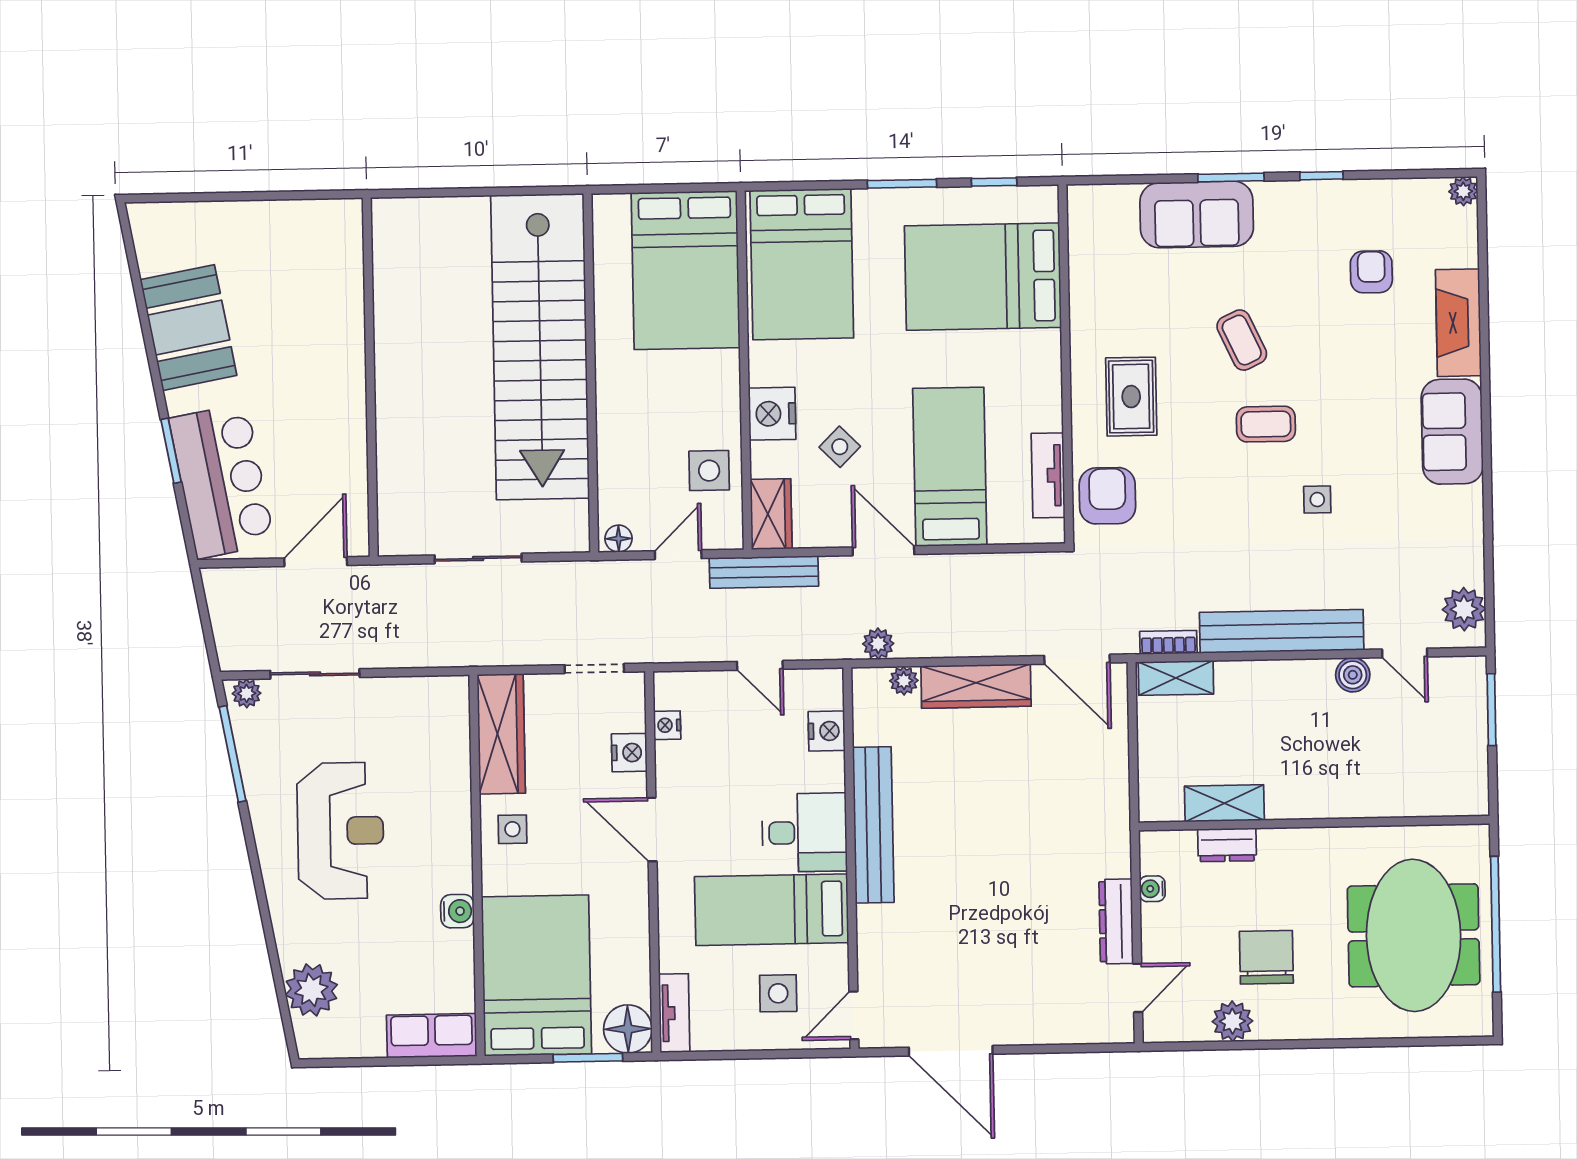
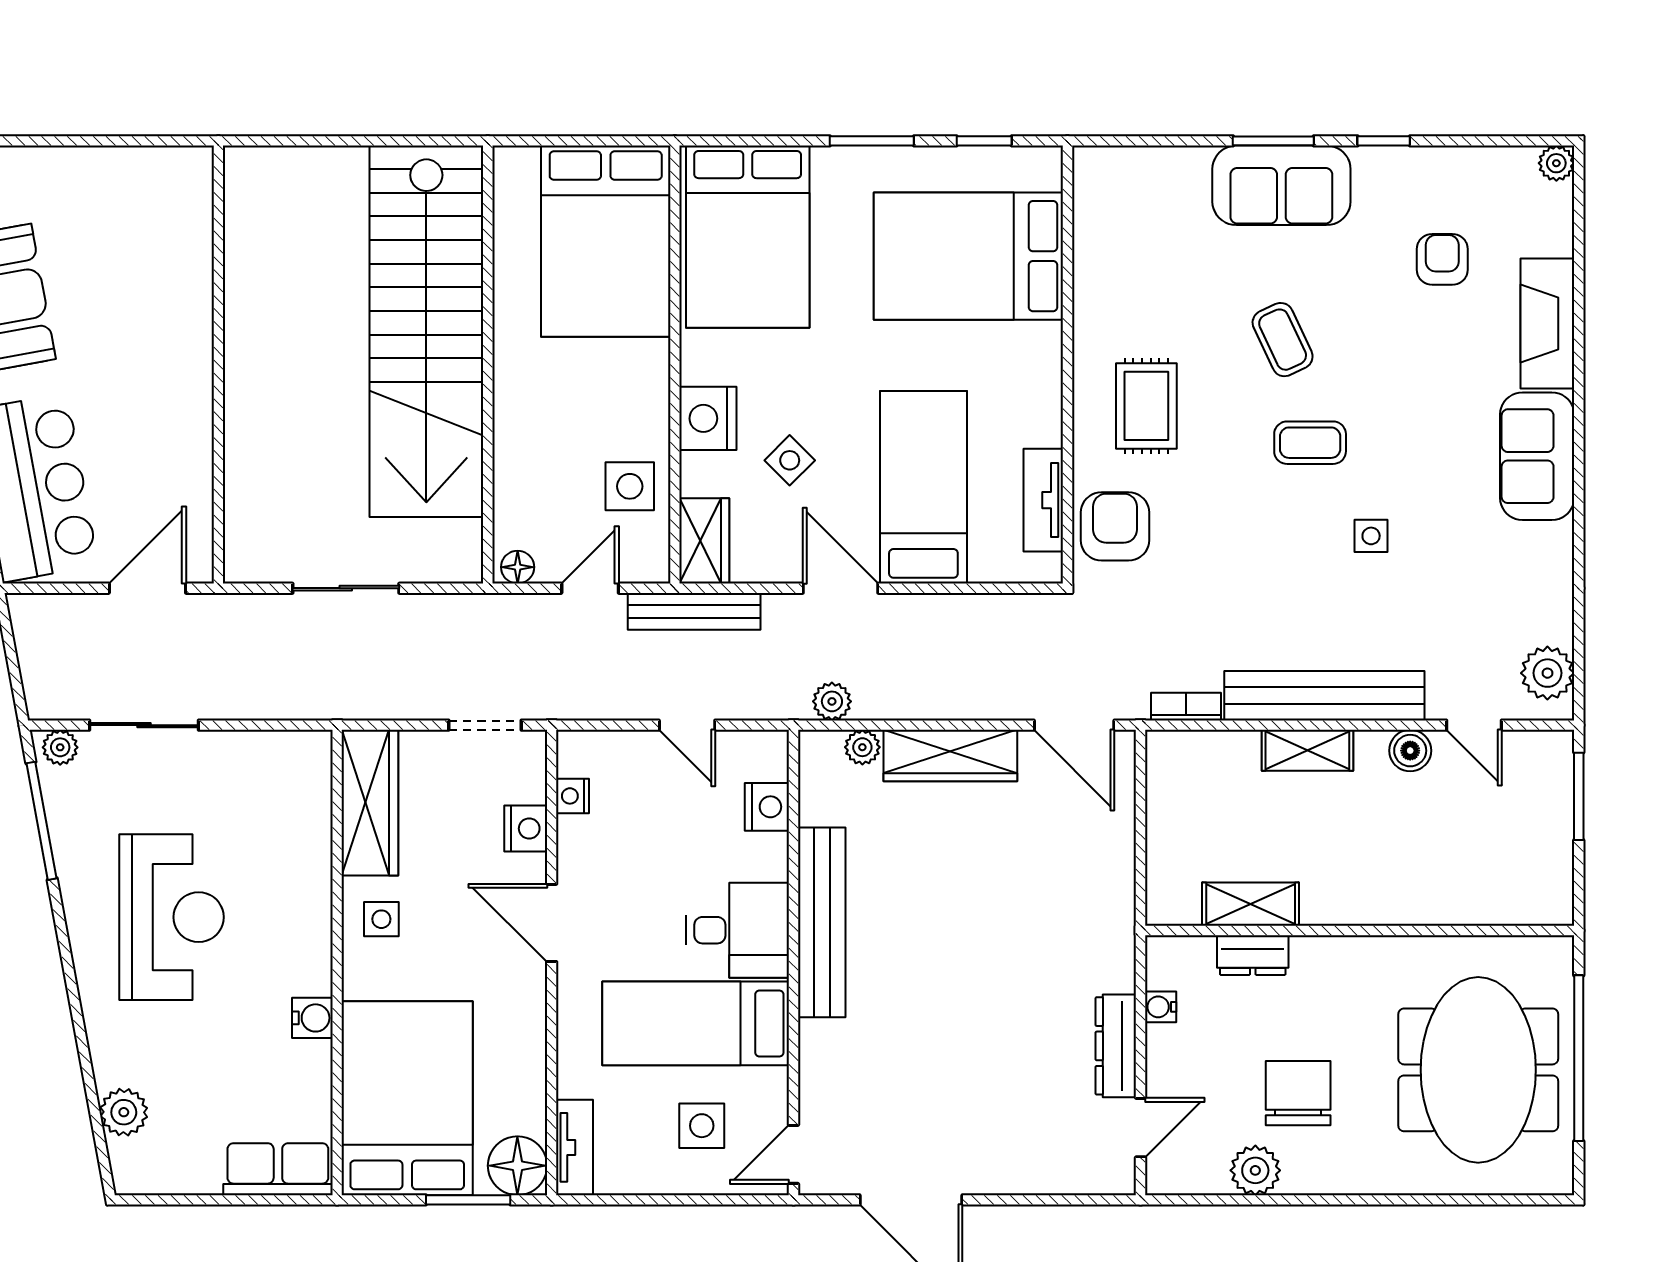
sofa: (1197, 215) -> (1281, 185), moved
shelving: (1176, 678) -> (1307, 750), moved
plant: (311, 990) -> (124, 1112), width x0.73, depth x0.73

